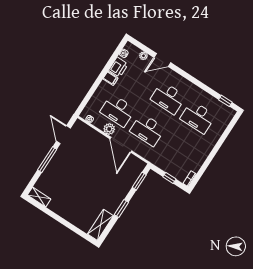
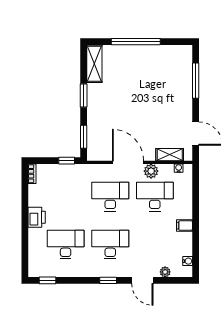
door: (162, 60) -> (142, 280), swing flipped
printer: (118, 67) -> (37, 217), moved, turned 180
window: (185, 75) -> (108, 280), added
window: (47, 160) -> (196, 81), moved
window: (169, 178) -> (67, 161), moved
shelving: (39, 197) -> (170, 155), moved
window: (63, 222) -> (136, 42), added

